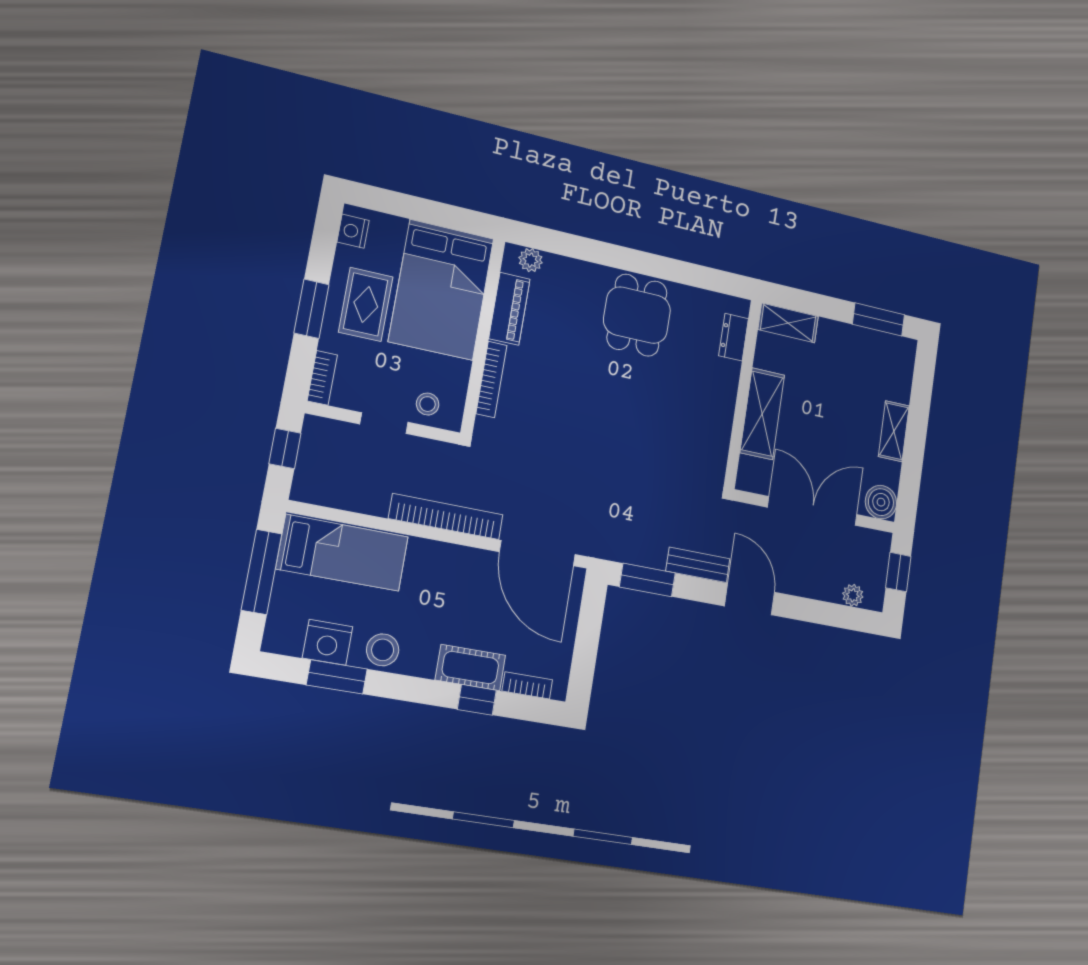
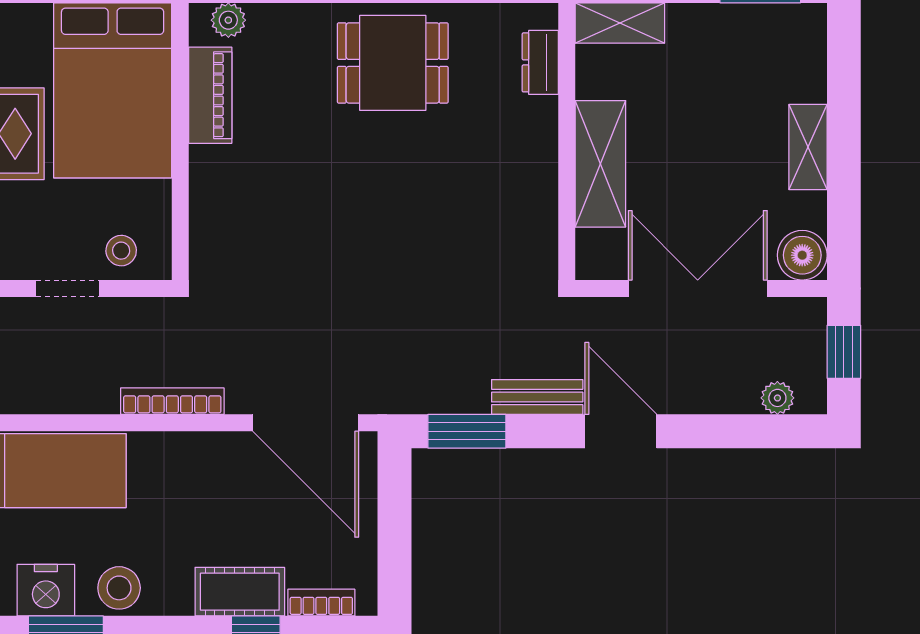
dining table: (637, 315) -> (393, 63), turned 90
bookcase: (491, 379) -> (202, 198), removed
bookcase: (446, 517) -> (172, 401), width x0.68, depth x0.76

